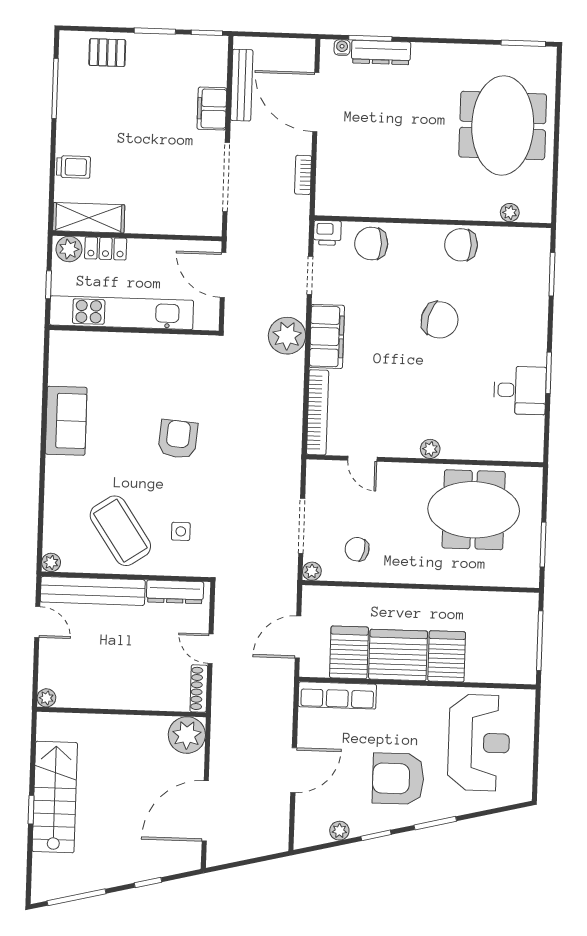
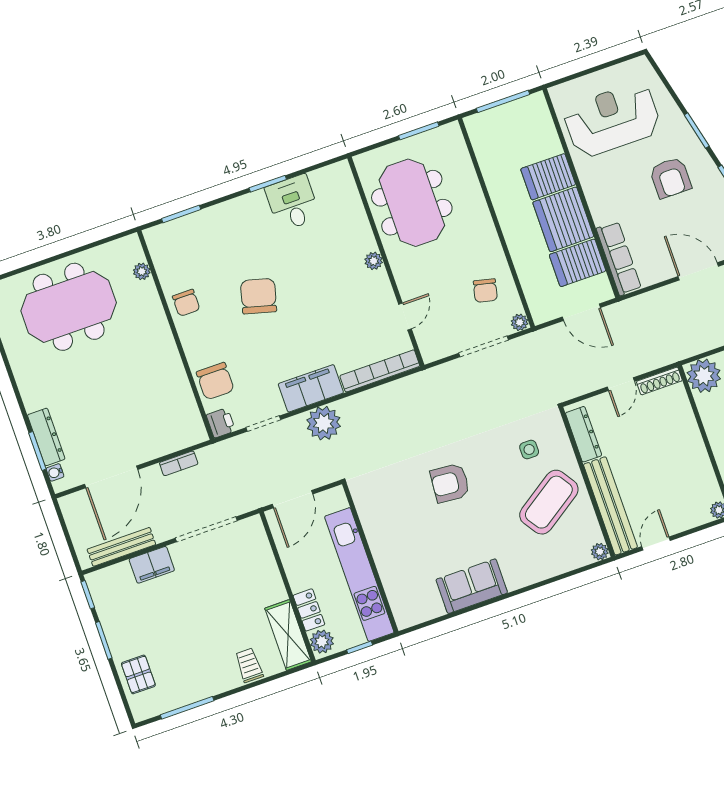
chair: (461, 245) -> (186, 303), width x0.73, depth x0.73
armchair: (398, 779) -> (670, 178), width x0.73, depth x0.73

